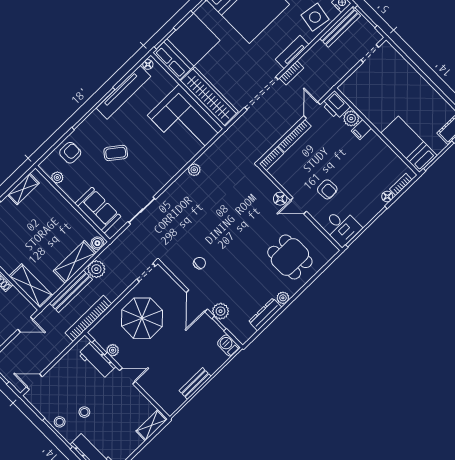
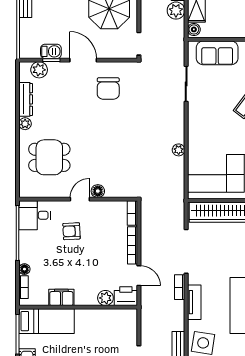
filing cabinet: (361, 130) -> (61, 297), moved, width x2.00
chair: (200, 263) -> (108, 88), width x1.87, depth x1.87
plant: (221, 311) -> (39, 70), moved
barbecue: (228, 345) -> (51, 51), moved

